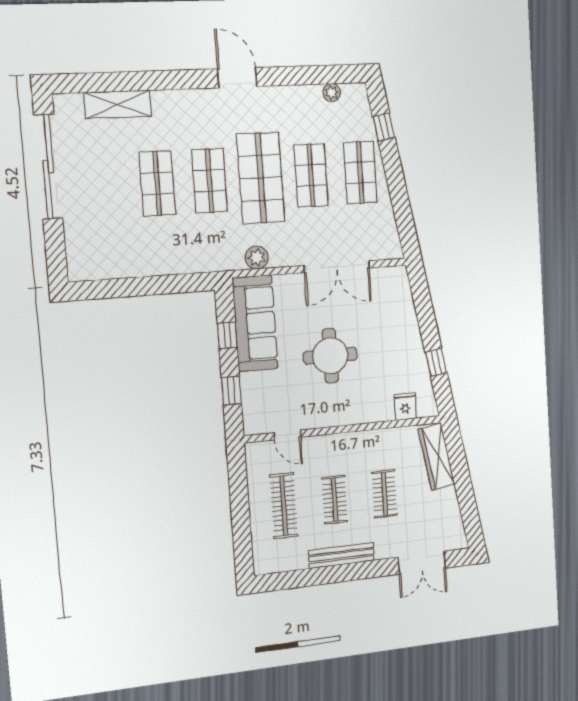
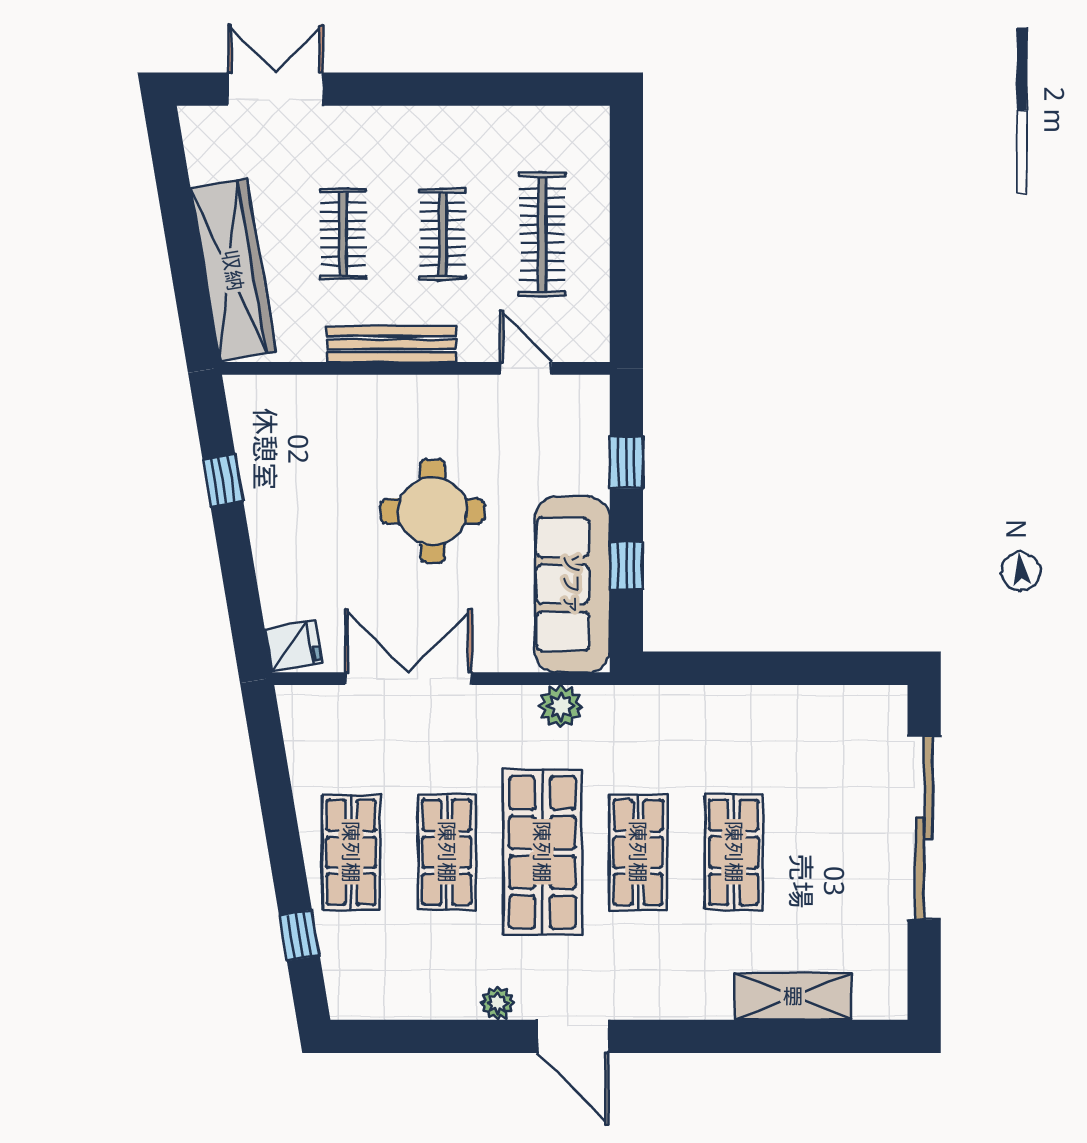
plant: (332, 93) -> (498, 1003), moved
sliding door: (48, 167) -> (924, 828), moved
fridge: (405, 406) -> (294, 646), moved, turned -100
wardrobe: (436, 457) -> (233, 270), width x1.40, depth x1.17
bench: (341, 555) -> (392, 344), moved

